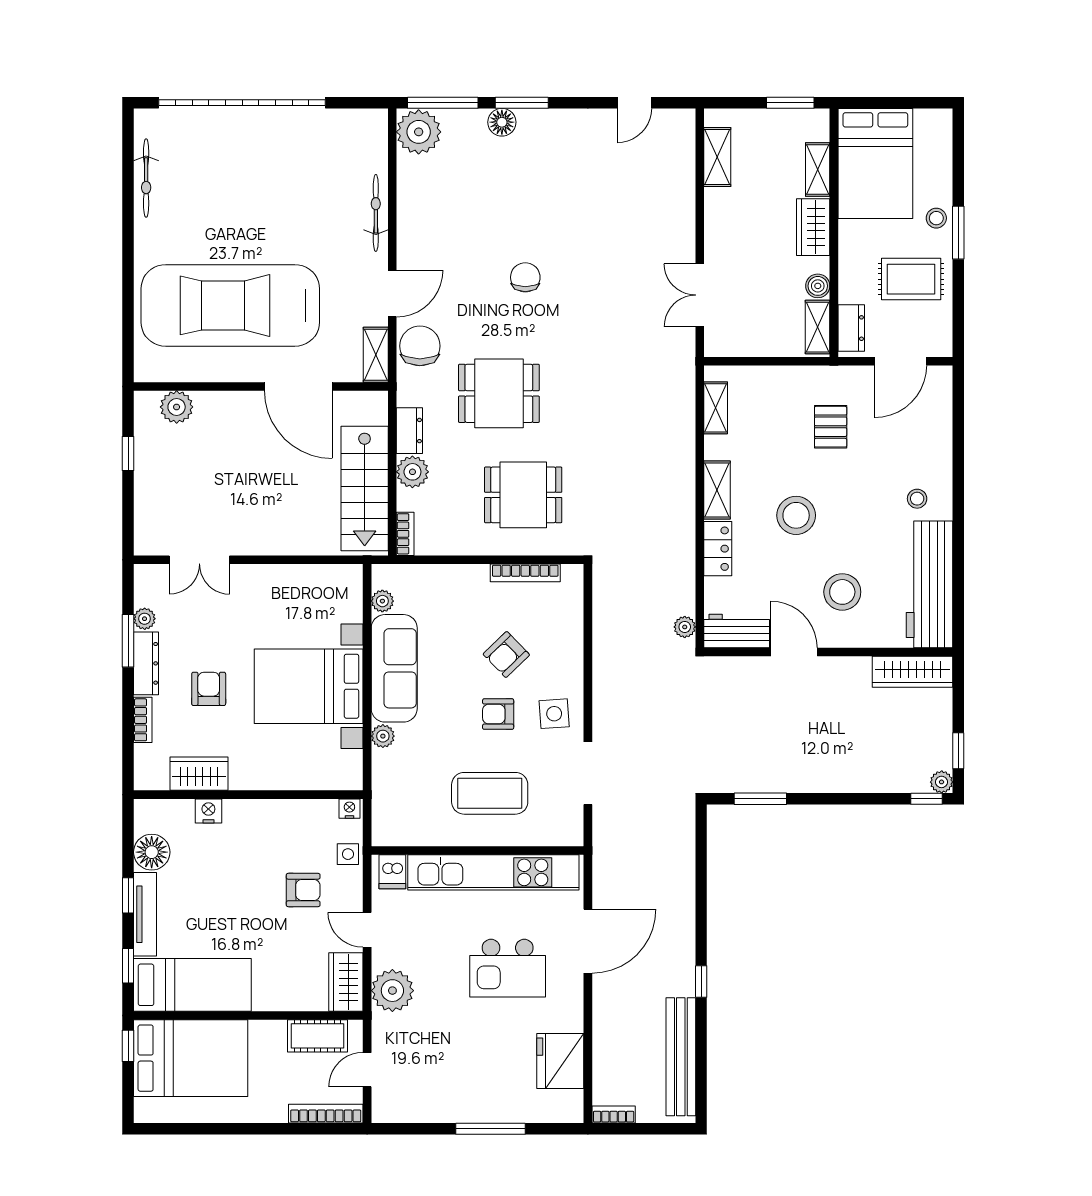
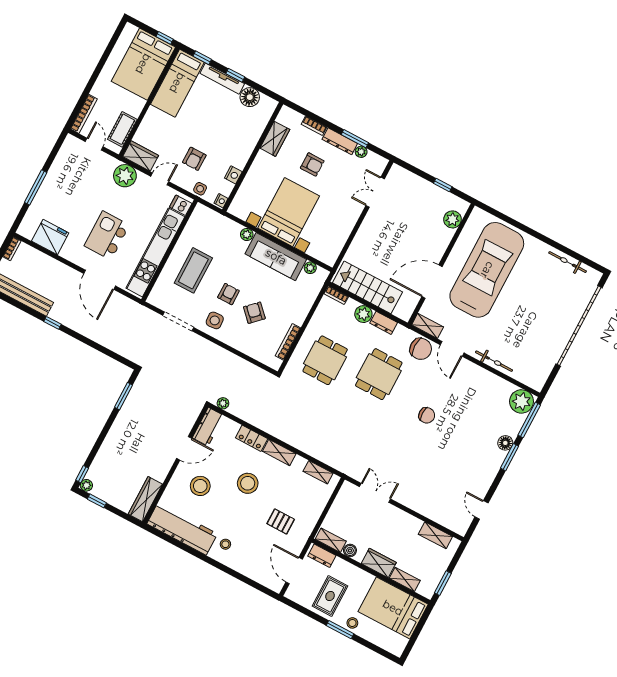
nightstand: (208, 811) -> (233, 175), moved

